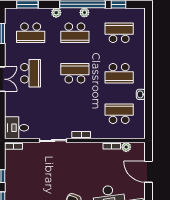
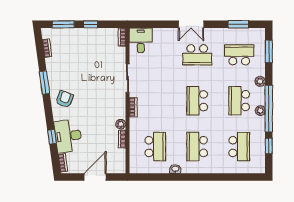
school desk: (31, 33) -> (239, 55), turned 90
school desk: (75, 73) -> (197, 101), turned 180
plant: (126, 147) -> (121, 124), moved

